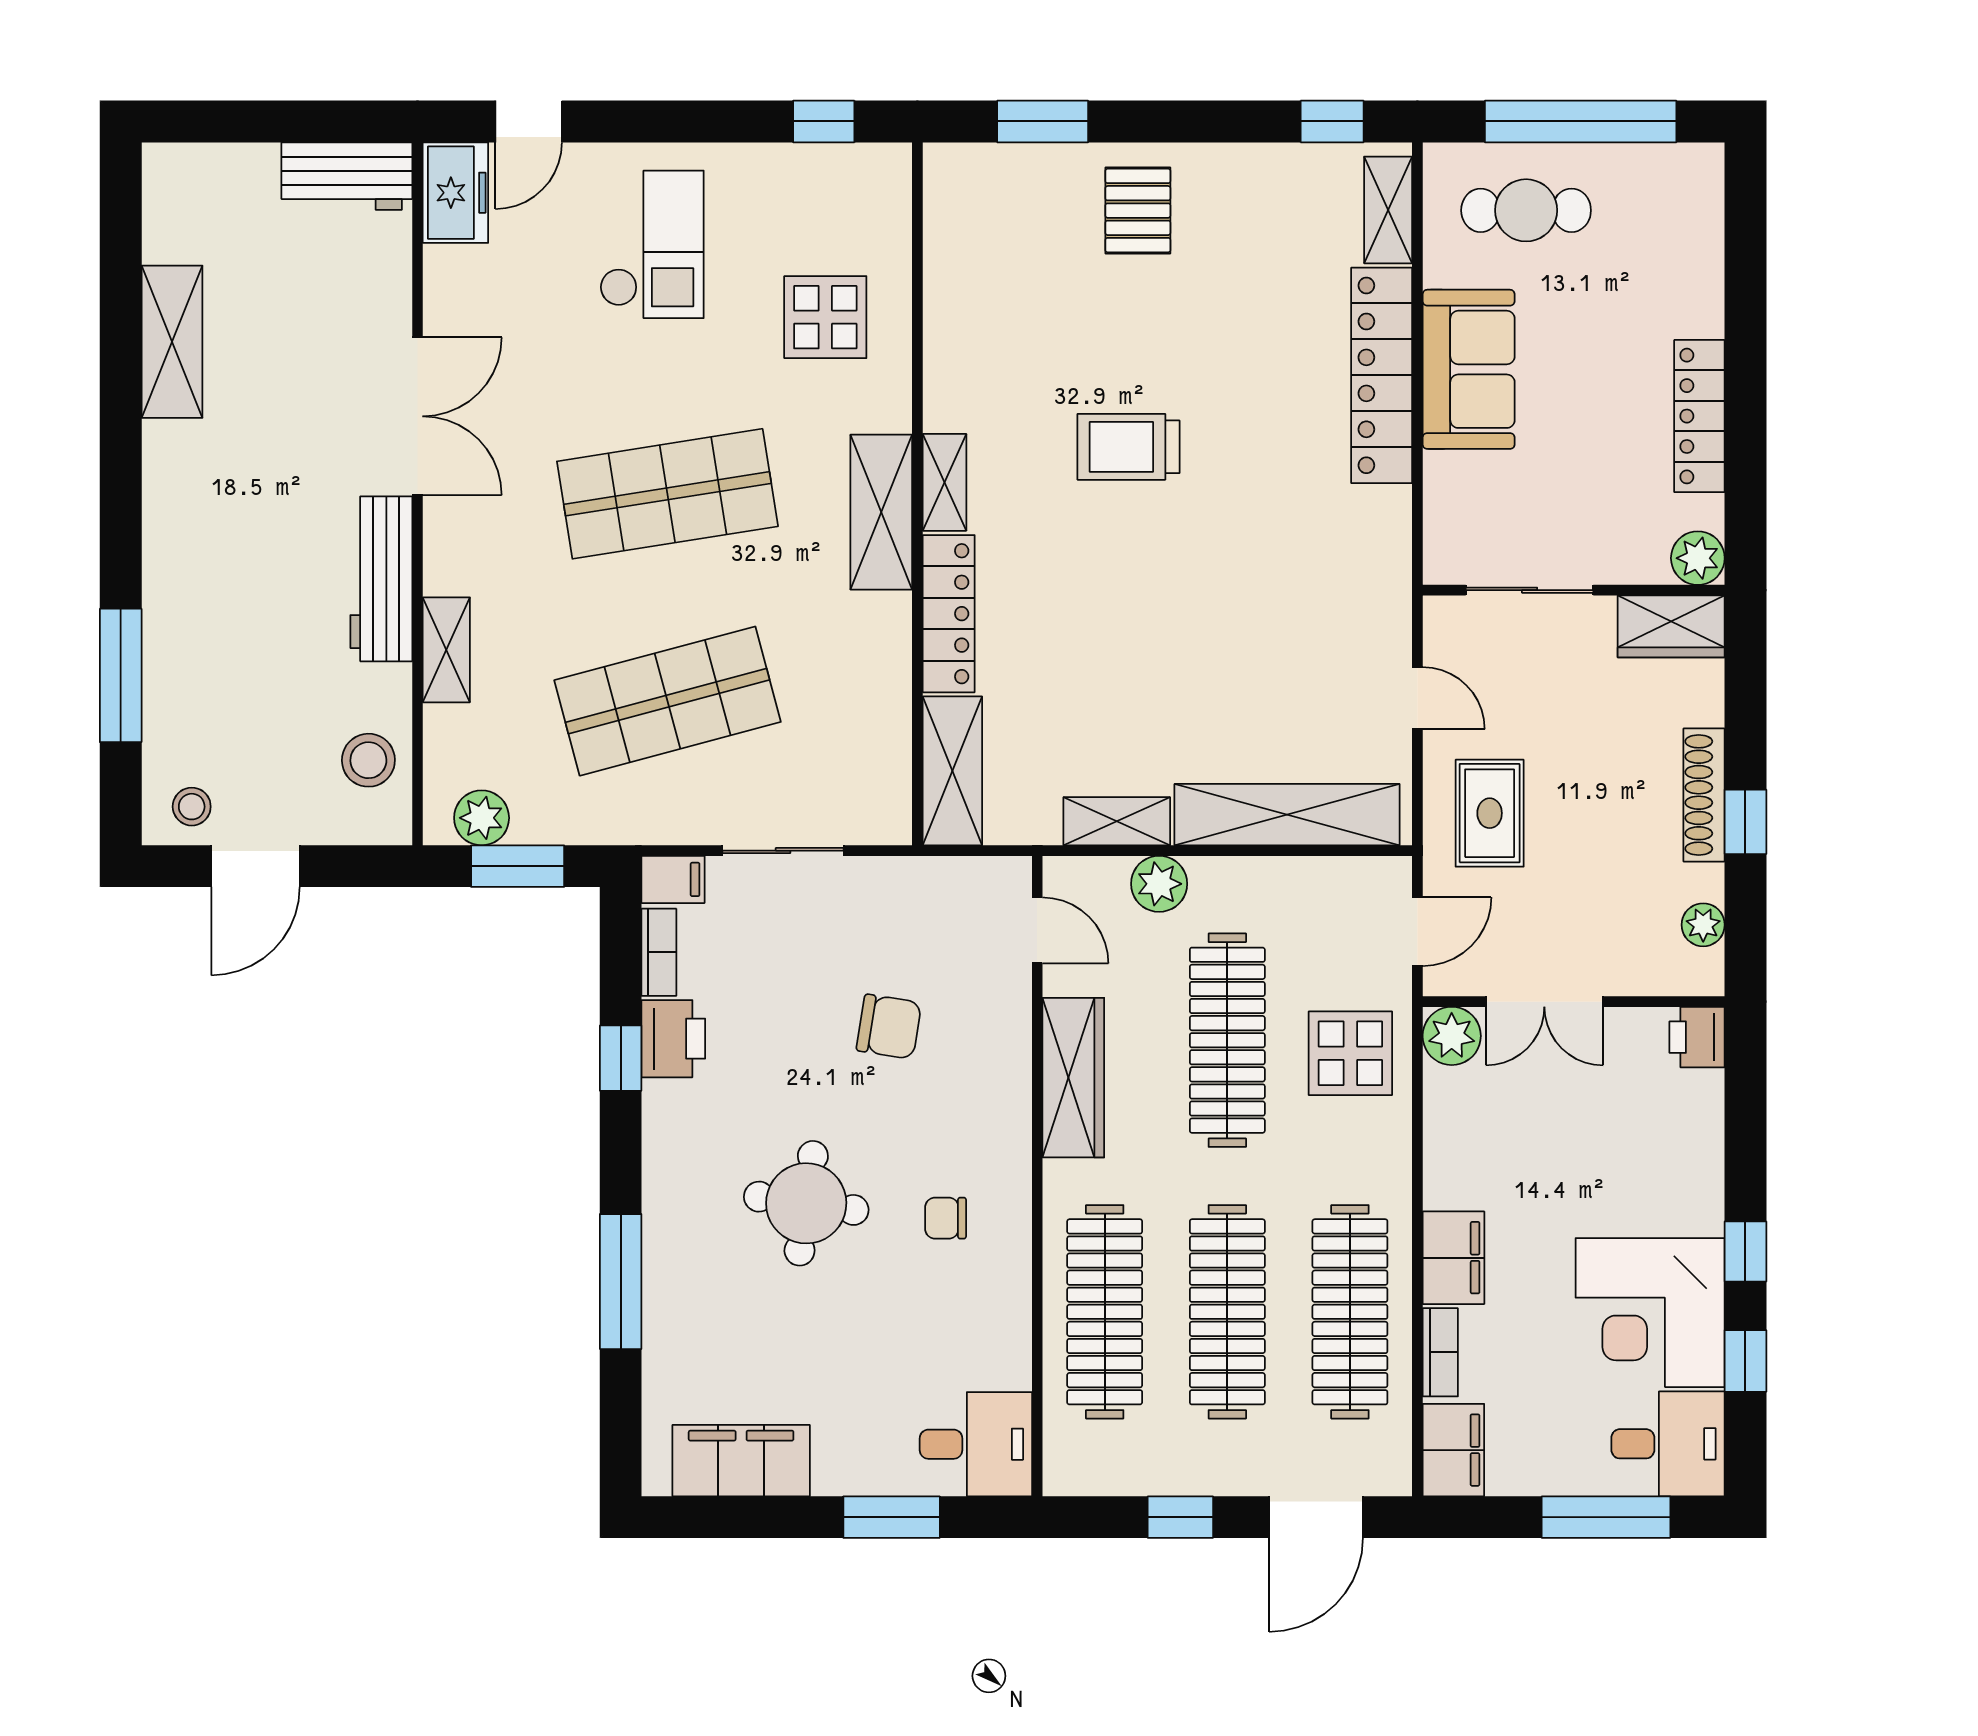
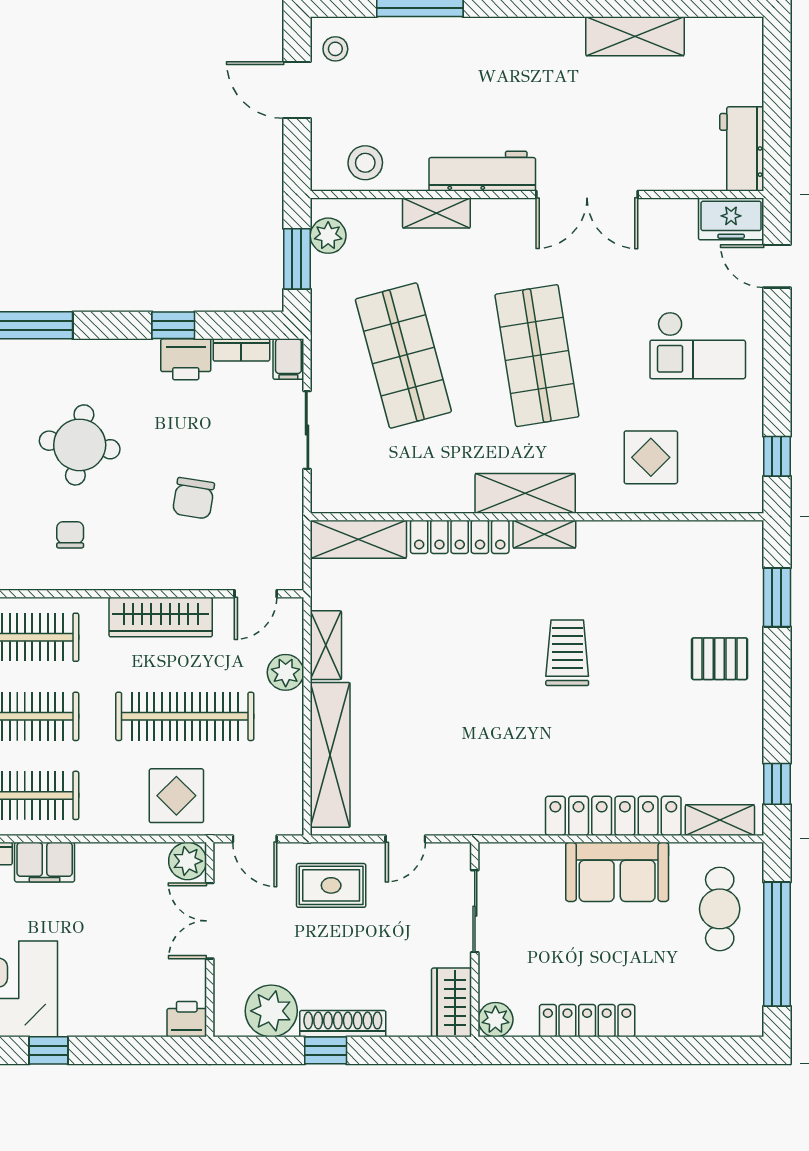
plant: (1703, 925) -> (271, 1011), width x1.88, depth x1.88

